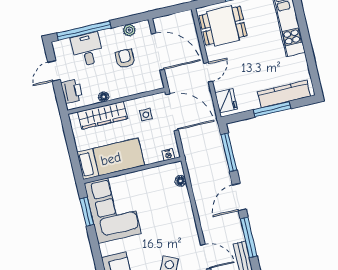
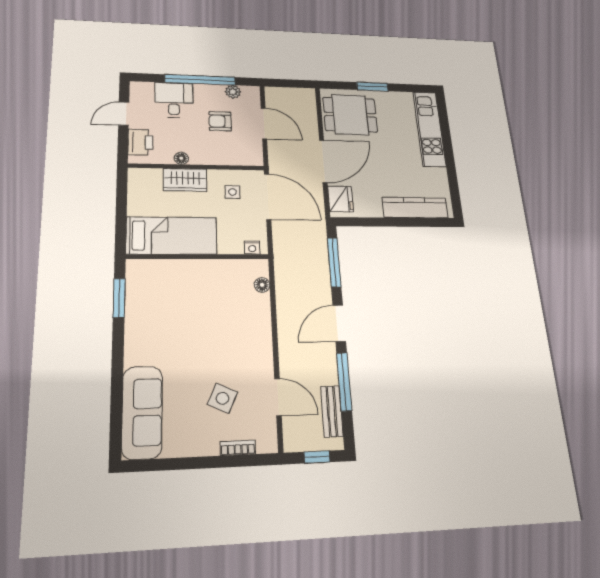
window: (84, 31) -> (200, 80), moved
door: (158, 52) -> (264, 123), width x0.73
armchair: (125, 58) -> (220, 121), turned -90
door: (208, 72) -> (323, 161), width x1.87
window: (272, 109) -> (398, 222), removed
wardrobe: (103, 115) -> (185, 180), width x0.67
corner sofa: (113, 208) -> (158, 301), removed

